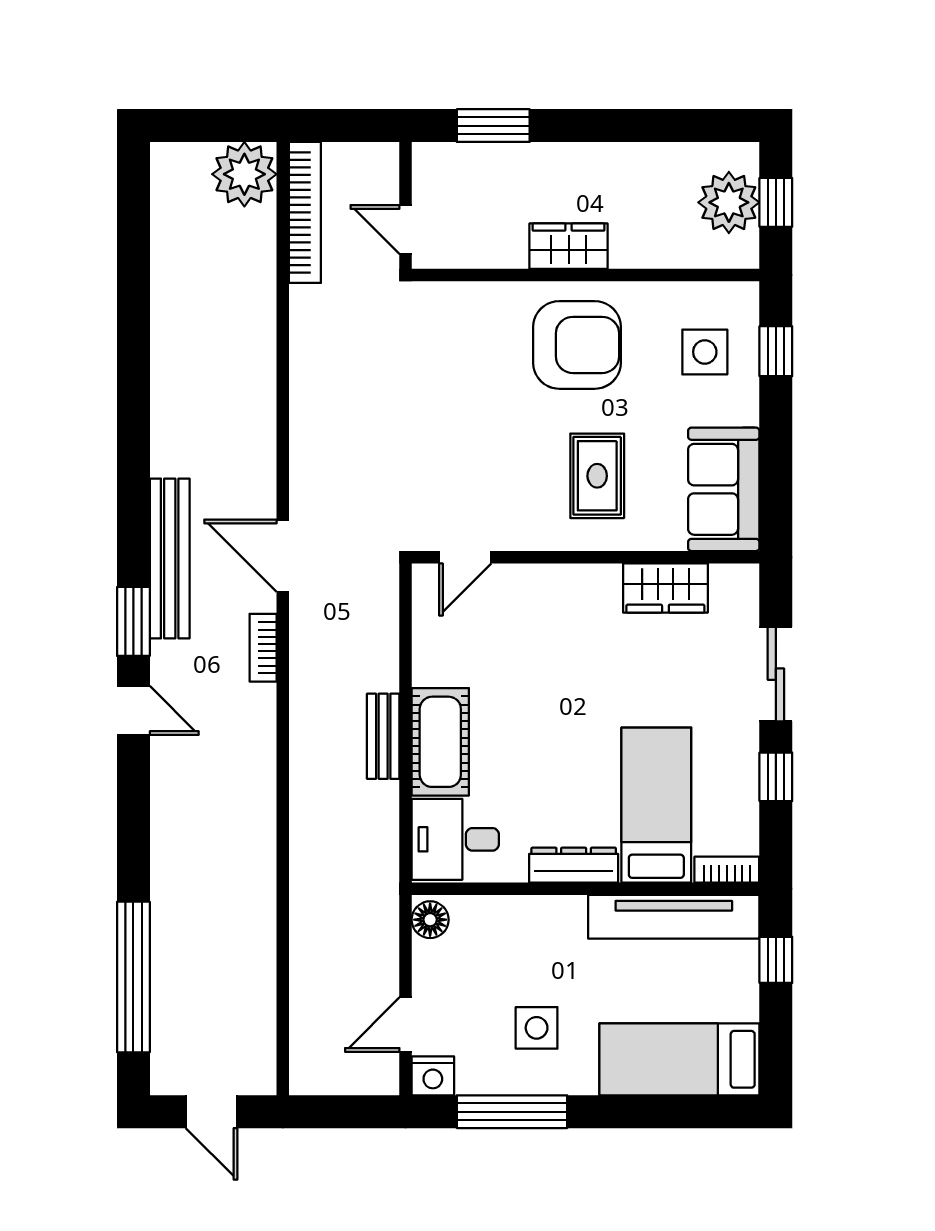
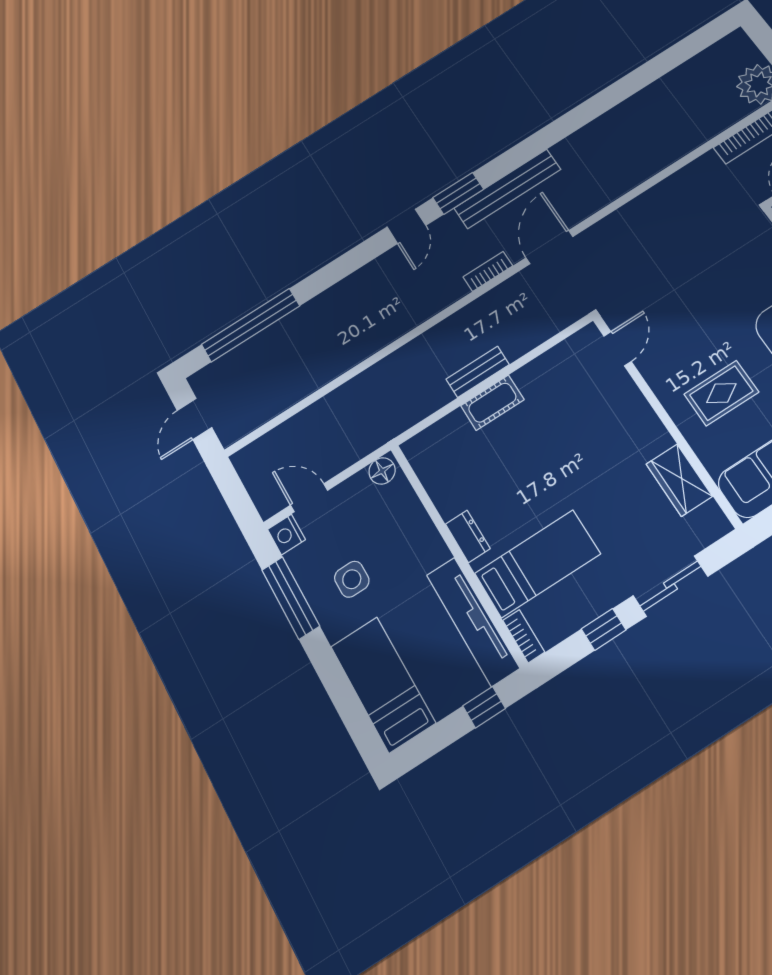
door: (465, 557) -> (618, 349), swing flipped
cot: (440, 742) -> (492, 403), width x0.73, depth x0.75
desk: (455, 839) -> (440, 454), removed
dresser: (574, 865) -> (468, 536), width x0.70

